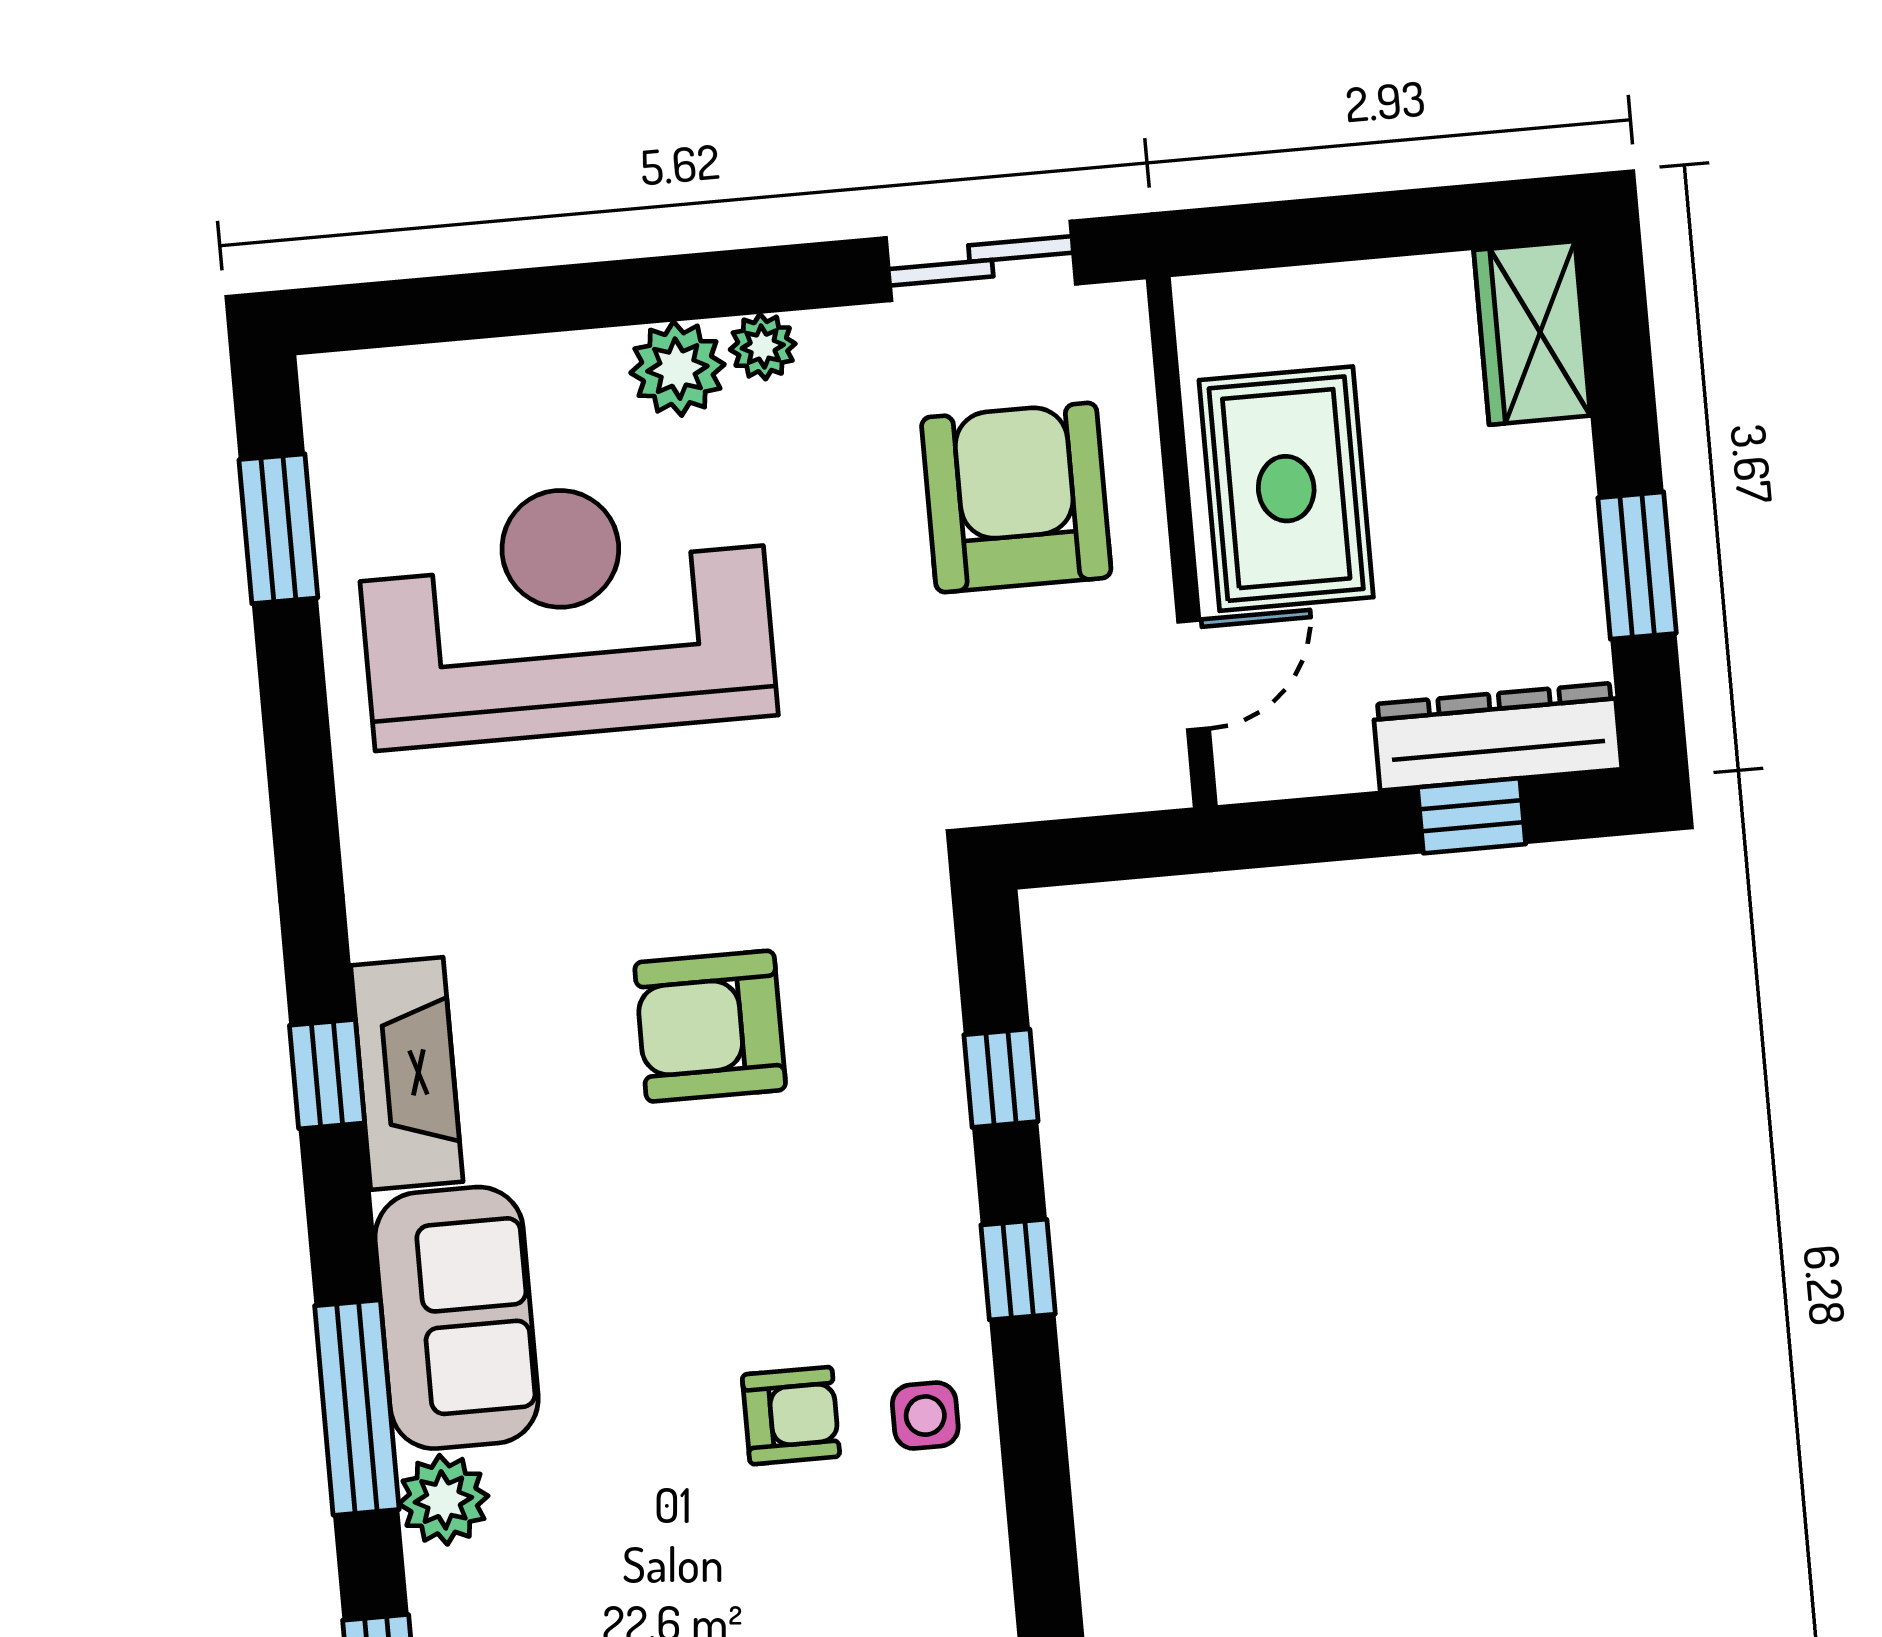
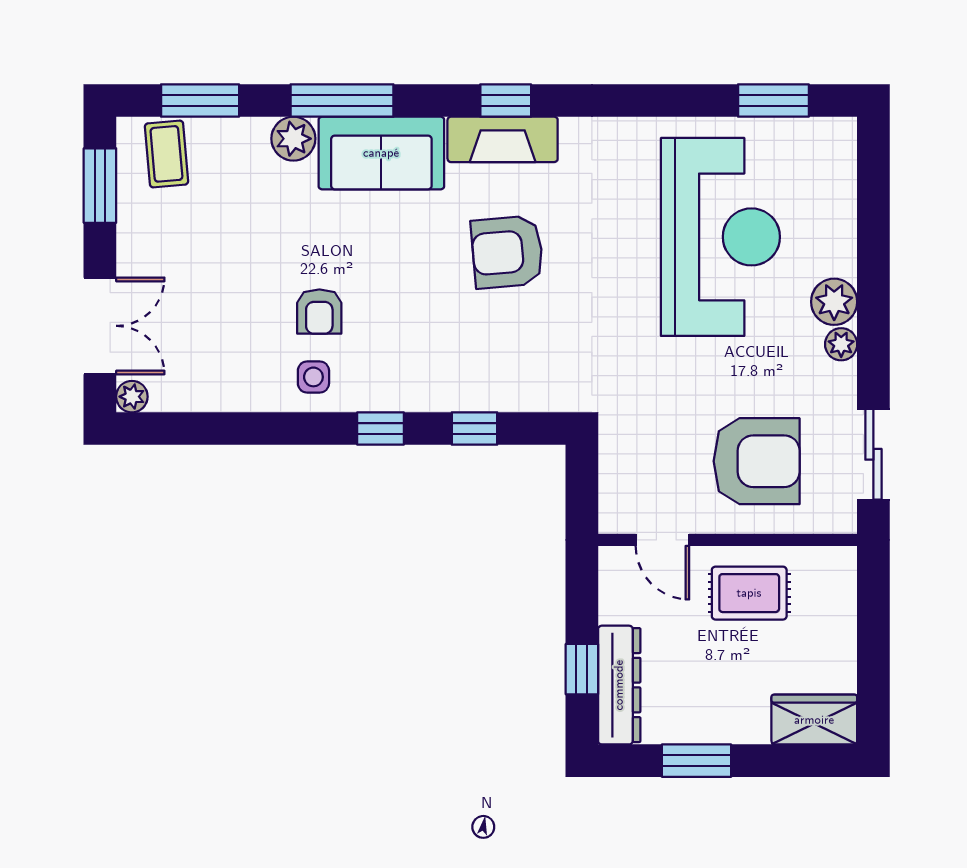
rug: (1286, 489) -> (749, 593), width x0.73, depth x0.70
armchair: (710, 1026) -> (507, 252), moved, turned -95

